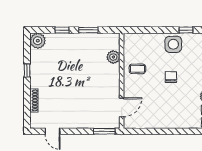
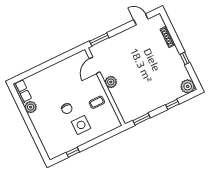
window: (88, 30) -> (142, 119), moved
side table: (173, 44) -> (81, 125), moved
plant: (113, 57) -> (111, 82), moved

